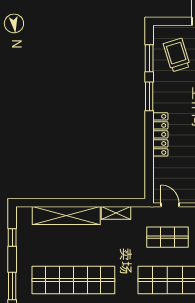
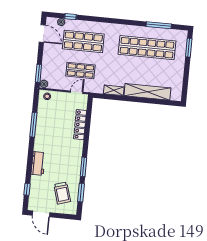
locker: (160, 134) -> (80, 125), moved
door: (170, 205) -> (77, 92), swing flipped
window: (12, 238) -> (186, 80), removed

